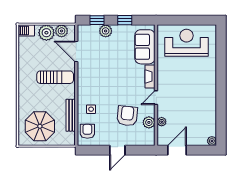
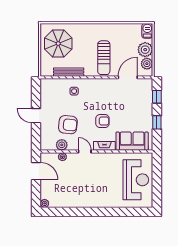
plant: (106, 31) -> (147, 105), removed
armchair: (87, 131) -> (102, 121), moved

